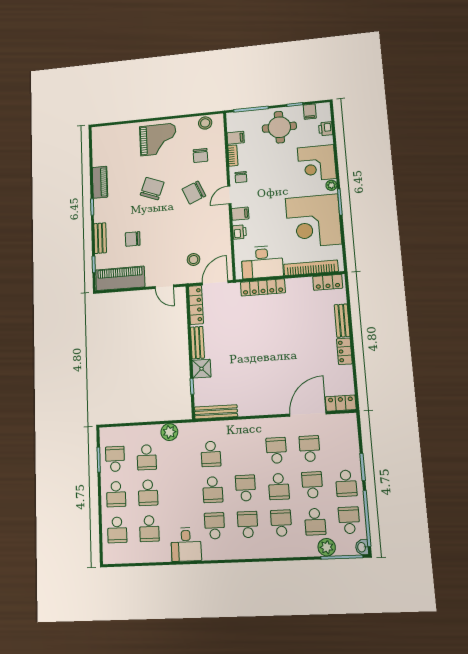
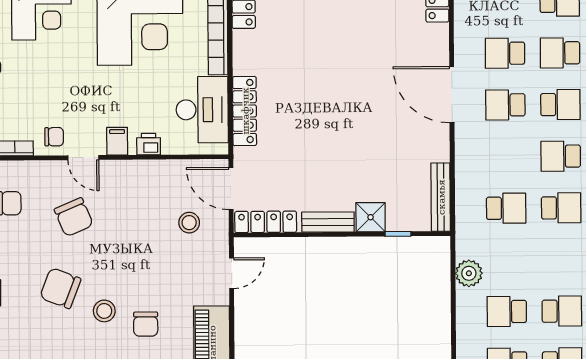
stool: (140, 215) -> (104, 311), added
door: (308, 414) -> (452, 95), moved
school desk: (147, 457) -> (507, 311), turned 180

